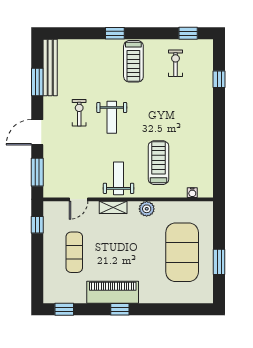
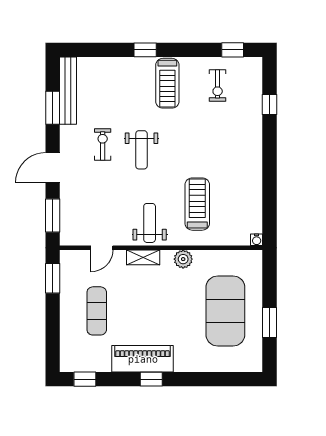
exercise bike: (176, 63) -> (218, 85), turned 180
water cooler: (192, 193) -> (257, 240), moved
window: (37, 225) -> (53, 278), width x1.50

